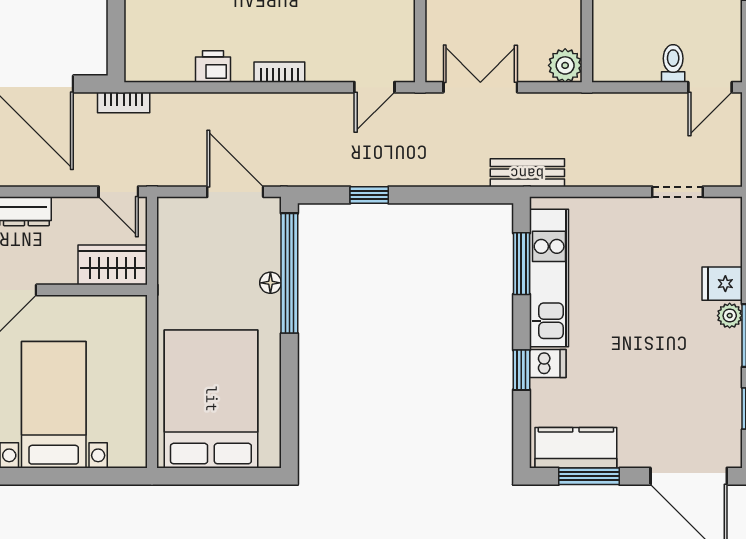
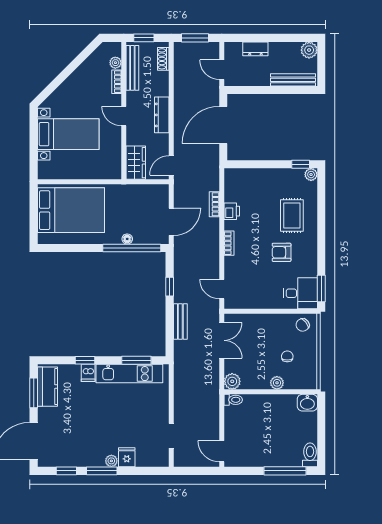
toilet: (673, 63) -> (233, 400), moved
bookcase: (124, 102) -> (214, 204), moved
bench: (527, 173) -> (180, 322), moved

